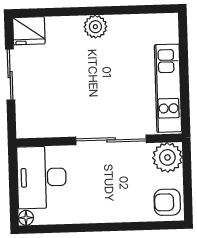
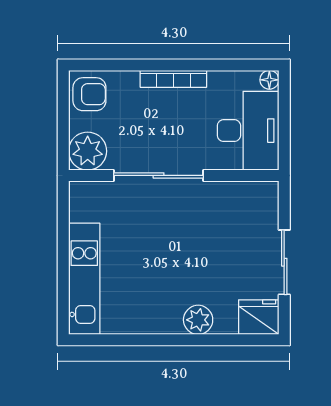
plant: (95, 27) -> (198, 320), moved
kitchen unit: (168, 88) -> (84, 279), moved
bookcase: (102, 216) -> (173, 79), added

